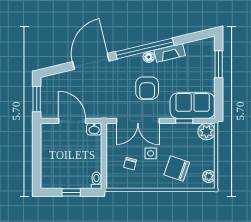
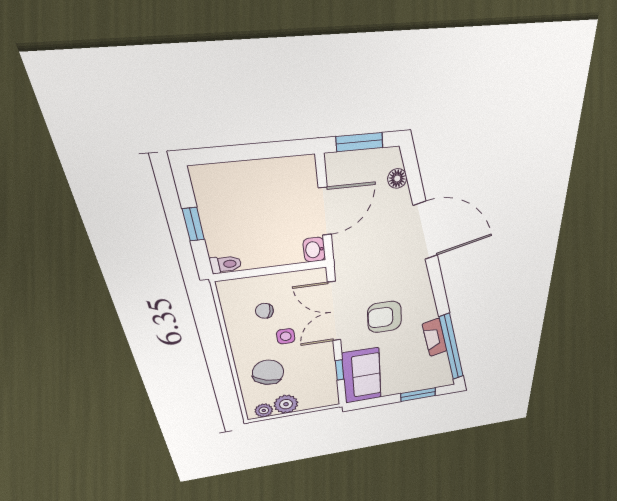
window: (145, 49) -> (452, 348), moved
floor lamp: (149, 57) -> (397, 178), moved
plant: (206, 132) -> (286, 404), moved

